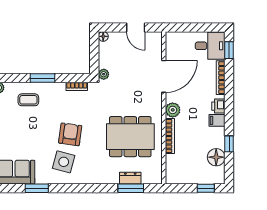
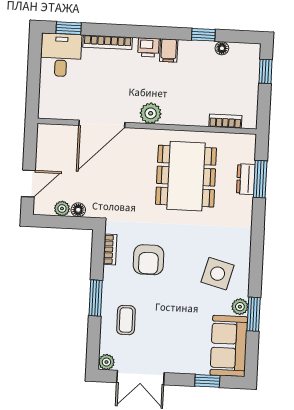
door: (136, 27) -> (28, 184), moved
floor lamp: (103, 36) -> (78, 210), moved
plant: (104, 74) -> (62, 209), moved
door: (164, 76) -> (102, 124), swing flipped
armchair: (70, 134) -> (149, 260), moved, turned -98
bookcase: (170, 136) -> (225, 121), moved, width x0.64
floor lamp: (216, 157) -> (222, 48), width x0.53, depth x0.53
plant: (41, 178) -> (240, 307), added

